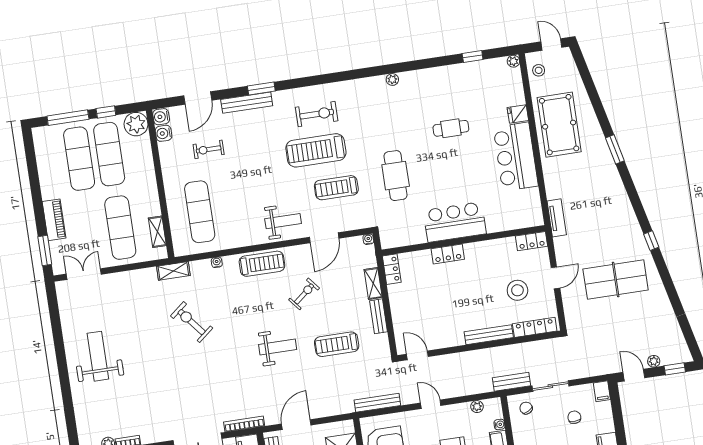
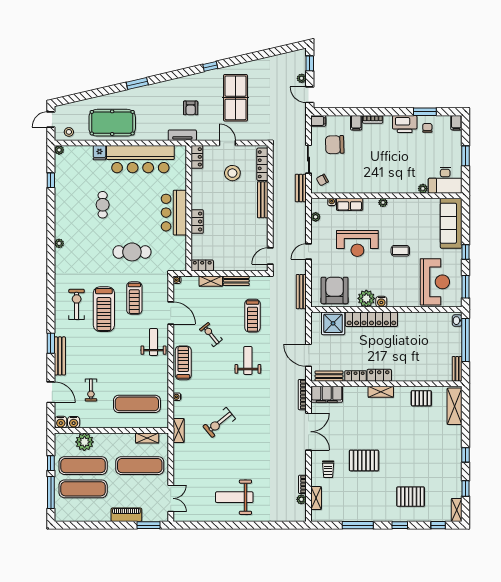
plant: (136, 124) -> (84, 442), moved
bar counter: (516, 157) -> (140, 159), width x1.36
armchair: (594, 223) -> (191, 108), added
double door: (84, 274) -> (171, 498), swing flipped
door: (634, 375) -> (310, 95), hinge flipped
chair: (574, 417) -> (335, 145), width x1.87, depth x1.87

